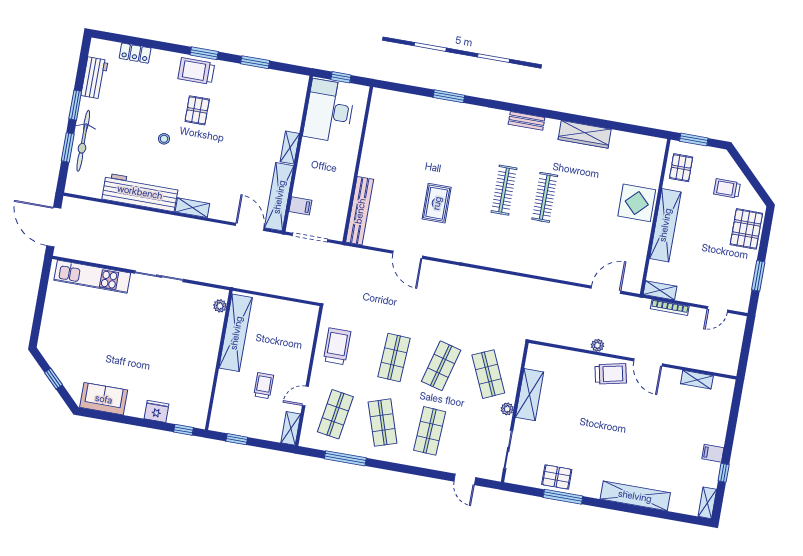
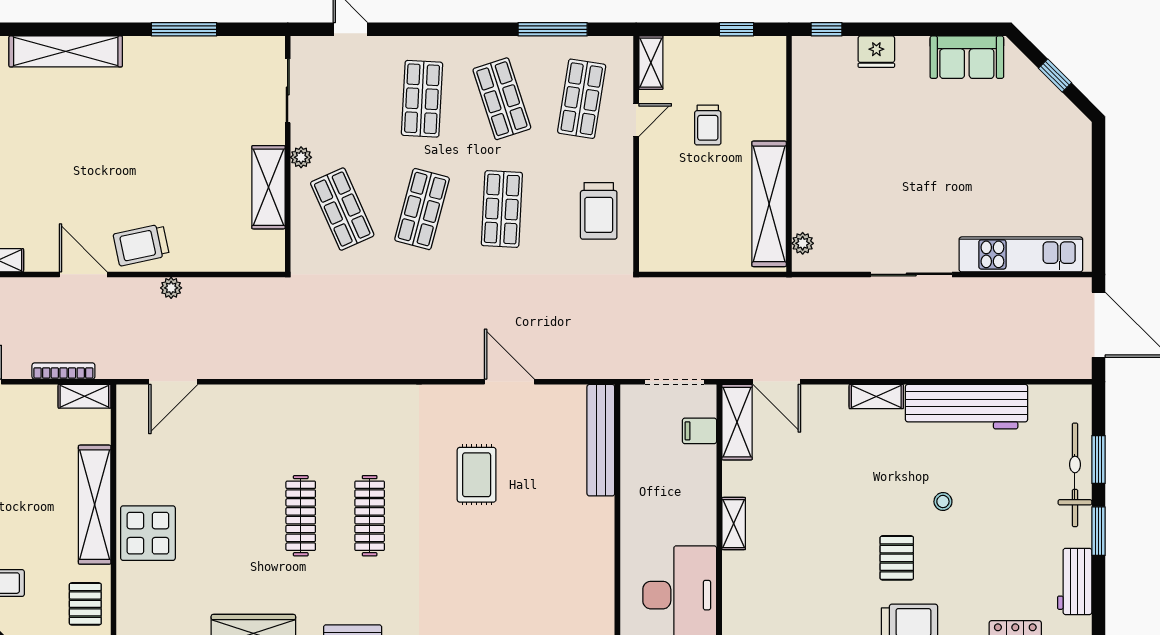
shelving: (279, 197) -> (737, 422), width x0.68
pallet: (557, 477) -> (200, 60), removed

